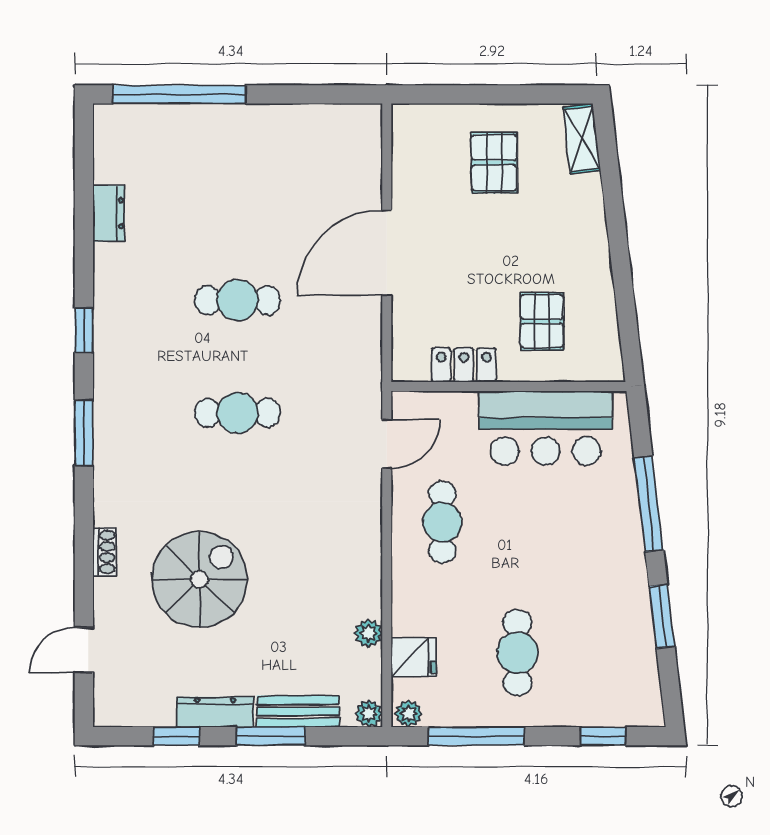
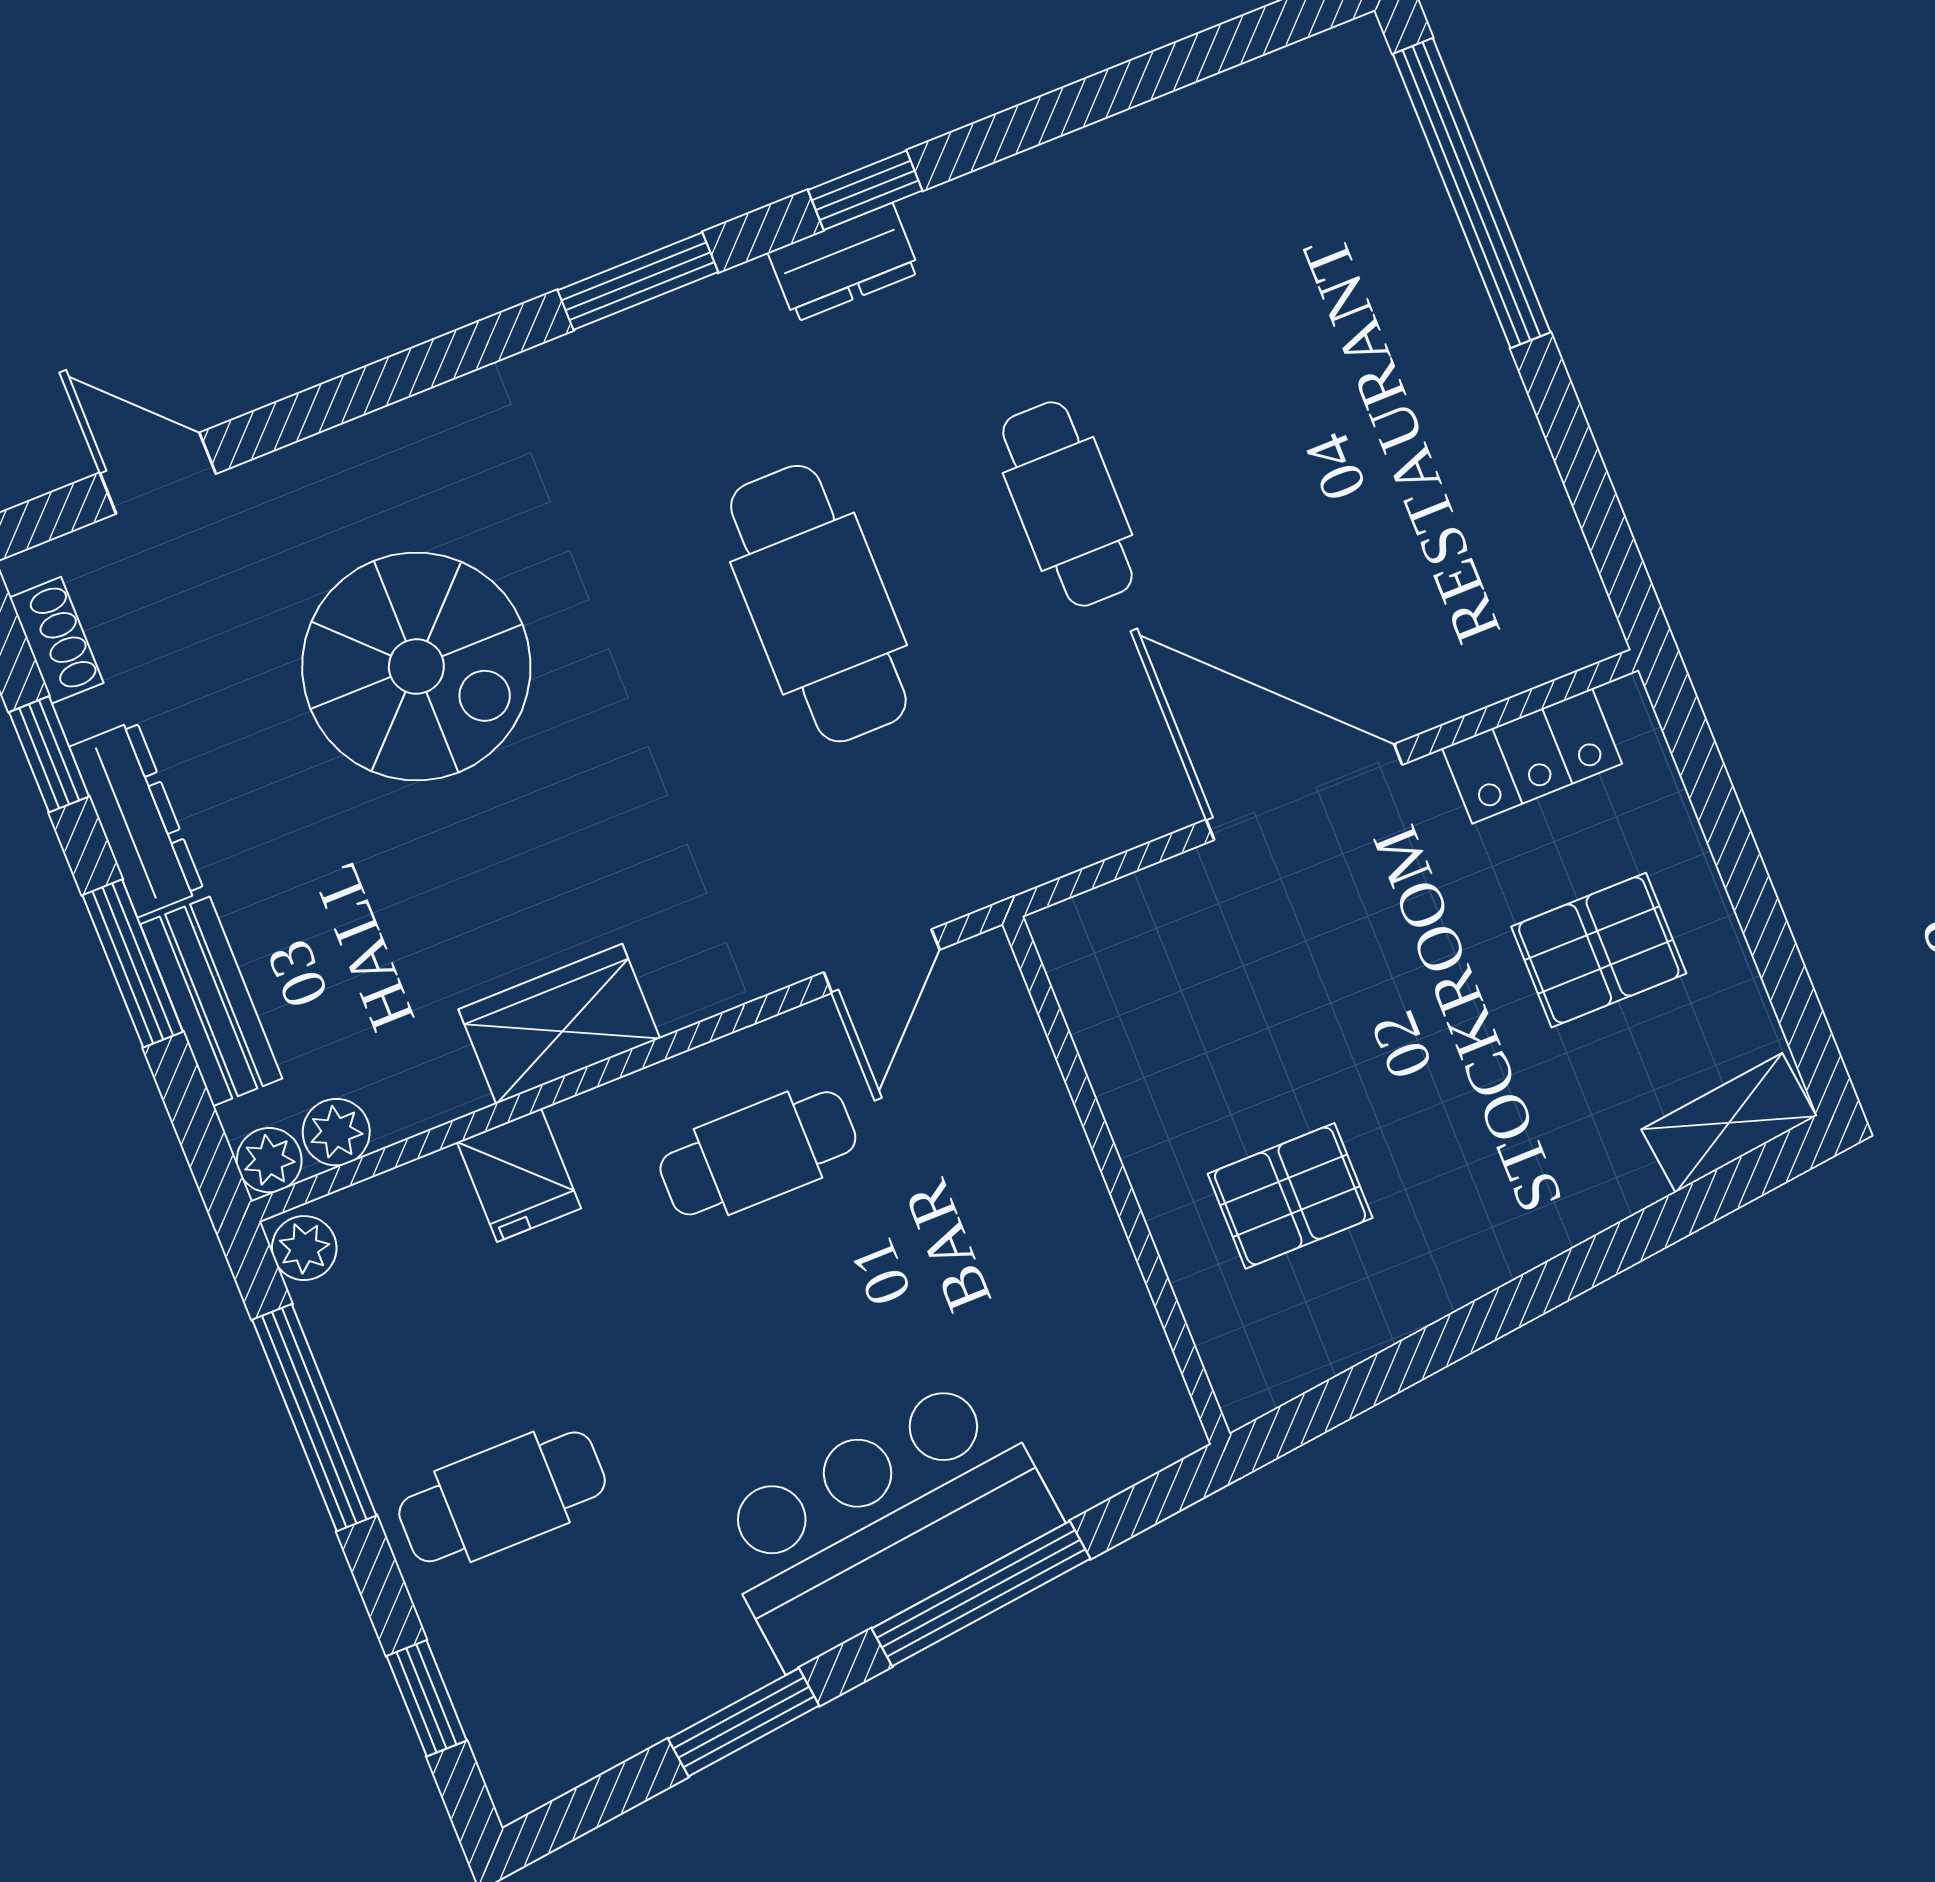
dresser: (109, 213) -> (844, 263), moved
locker: (464, 365) -> (1532, 756), moved, turned 90
cafe table: (238, 413) -> (818, 604), width x1.37, depth x1.35
bar counter: (546, 428) -> (884, 1521), moved, turned 83
door: (387, 444) -> (882, 961), hinge flipped
shoe rack: (104, 552) -> (56, 640), moved, turned -90
wardrobe: (361, 579) -> (559, 1024), added
plant: (368, 633) -> (336, 1132), moved
cafe table: (518, 653) -> (502, 1497), moved
fridge: (414, 657) -> (519, 1175), moved

